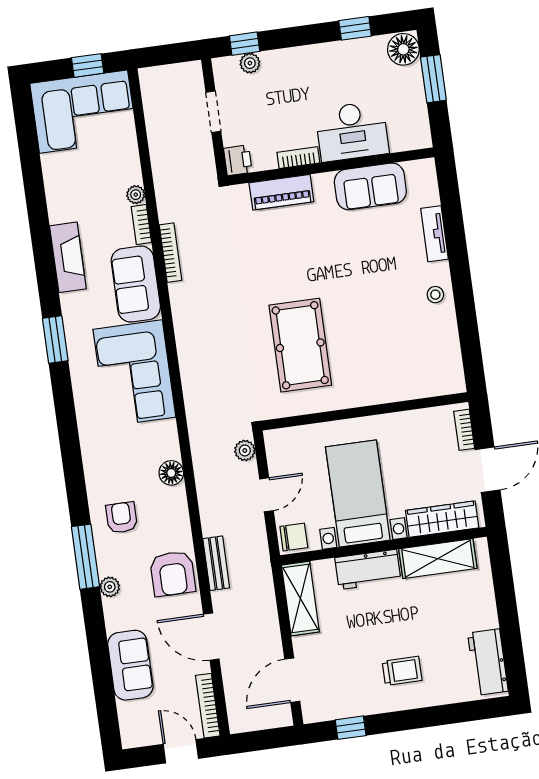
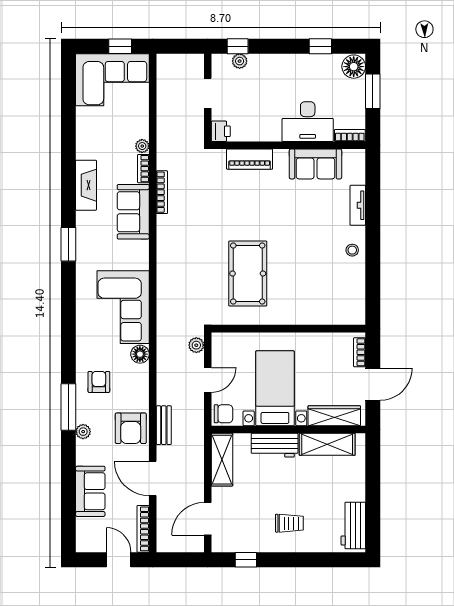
bookcase: (298, 158) -> (350, 135), moved
corner sofa: (134, 373) -> (123, 307), moved

